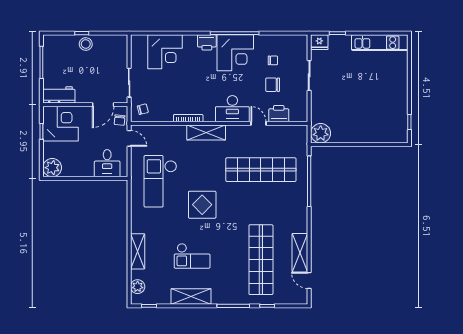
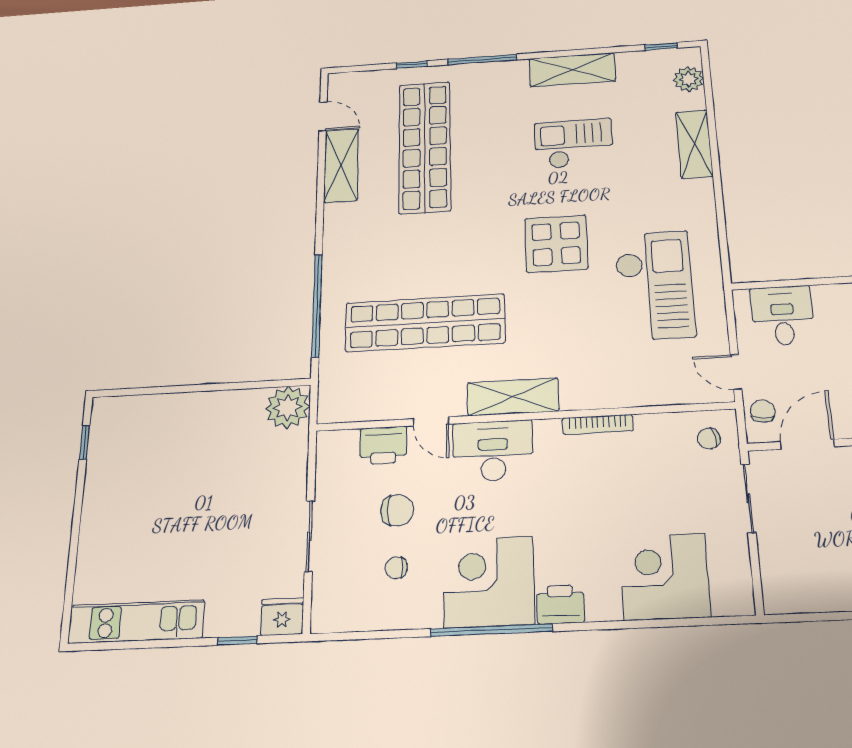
shelving: (206, 133) -> (513, 397), moved

